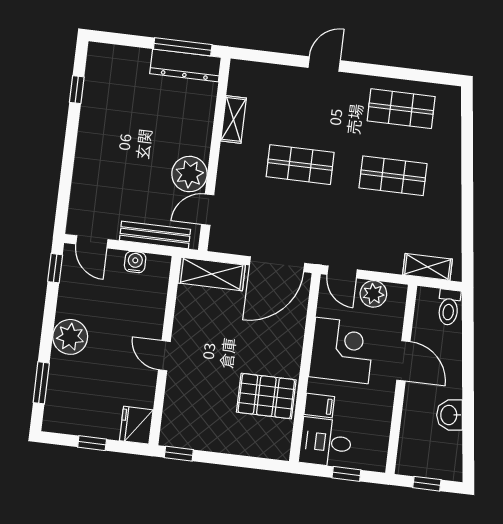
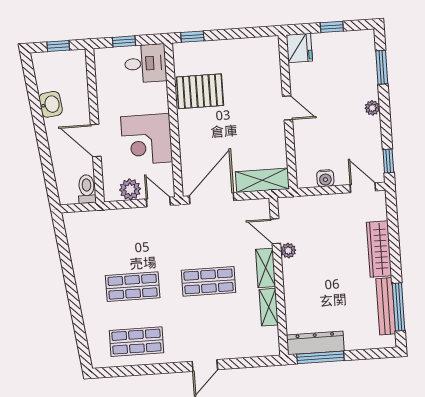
window: (77, 90) -> (399, 307), width x2.17
wardrobe: (87, 164) -> (379, 249), added
plant: (189, 174) -> (288, 251), width x0.53, depth x0.53
door: (208, 210) -> (275, 231), swing flipped
bench: (155, 235) -> (386, 306), moved, turned 90
shelving: (428, 267) -> (266, 268), moved, turned 90
toilet: (449, 307) -> (87, 189), moved
plant: (70, 337) -> (372, 108), width x0.53, depth x0.53
filing cabinet: (319, 406) -> (156, 92), removed
window: (179, 454) -> (192, 37), moved

